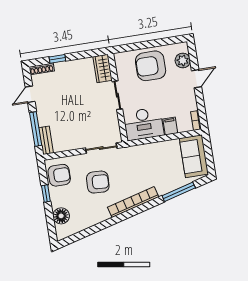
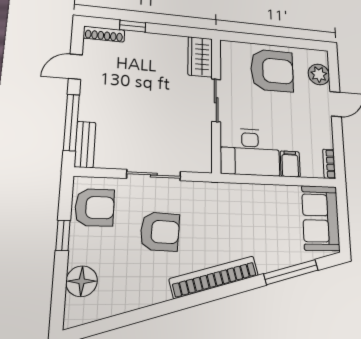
armchair: (151, 66) -> (272, 71), turned 180
sliding door: (101, 148) -> (154, 175), moved

